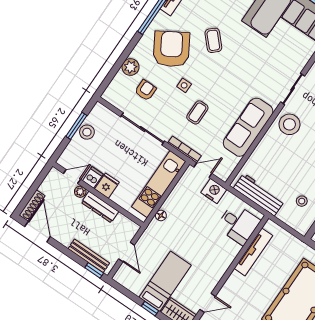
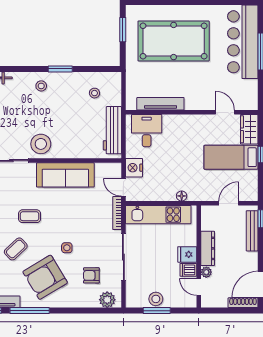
plant: (131, 67) -> (107, 300), moved
coffee table: (197, 112) -> (30, 216), moved

